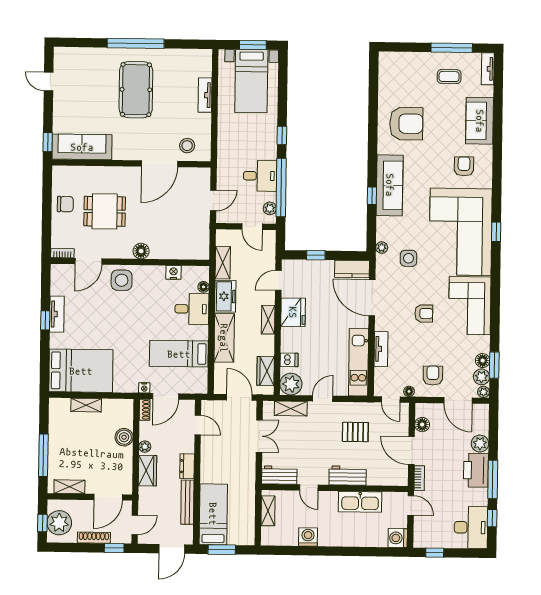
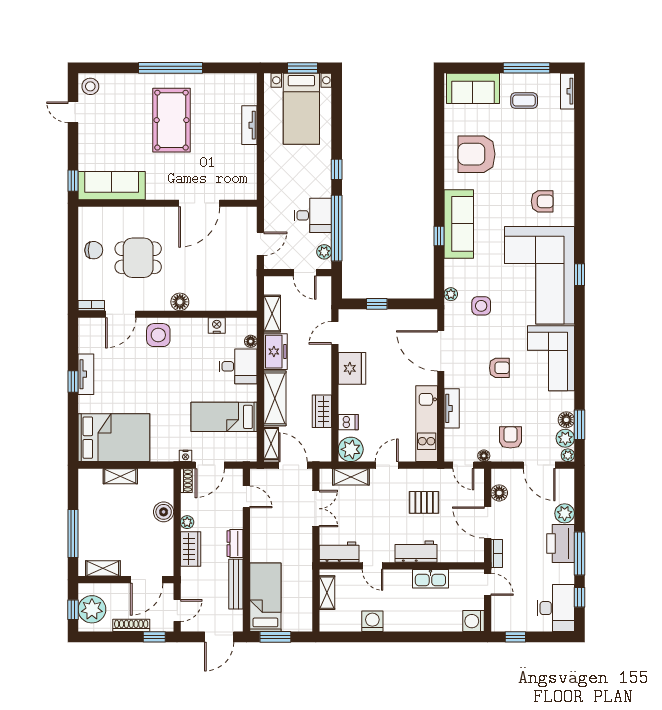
sofa: (480, 121) -> (473, 88), moved, turned -90
armchair: (406, 124) -> (477, 154), turned 180
stool: (187, 146) -> (90, 86), moved
armchair: (464, 166) -> (542, 201), turned 90
kitchen counter: (352, 269) -> (418, 319), removed
shelving: (268, 320) -> (271, 444), moved
wardrobe: (266, 371) -> (322, 411), moved
kitchen sink: (360, 502) -> (430, 579), width x0.73, depth x0.81

